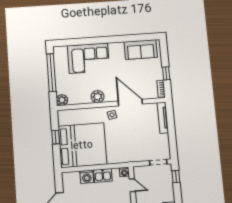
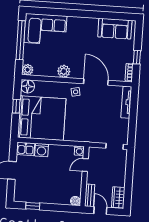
corner sofa: (88, 58) -> (45, 29), moved
floor lamp: (64, 116) -> (28, 86), added
kitchen sink: (103, 175) -> (26, 149), moved
window: (176, 177) -> (130, 163), removed
door: (132, 185) -> (85, 165), swing flipped

